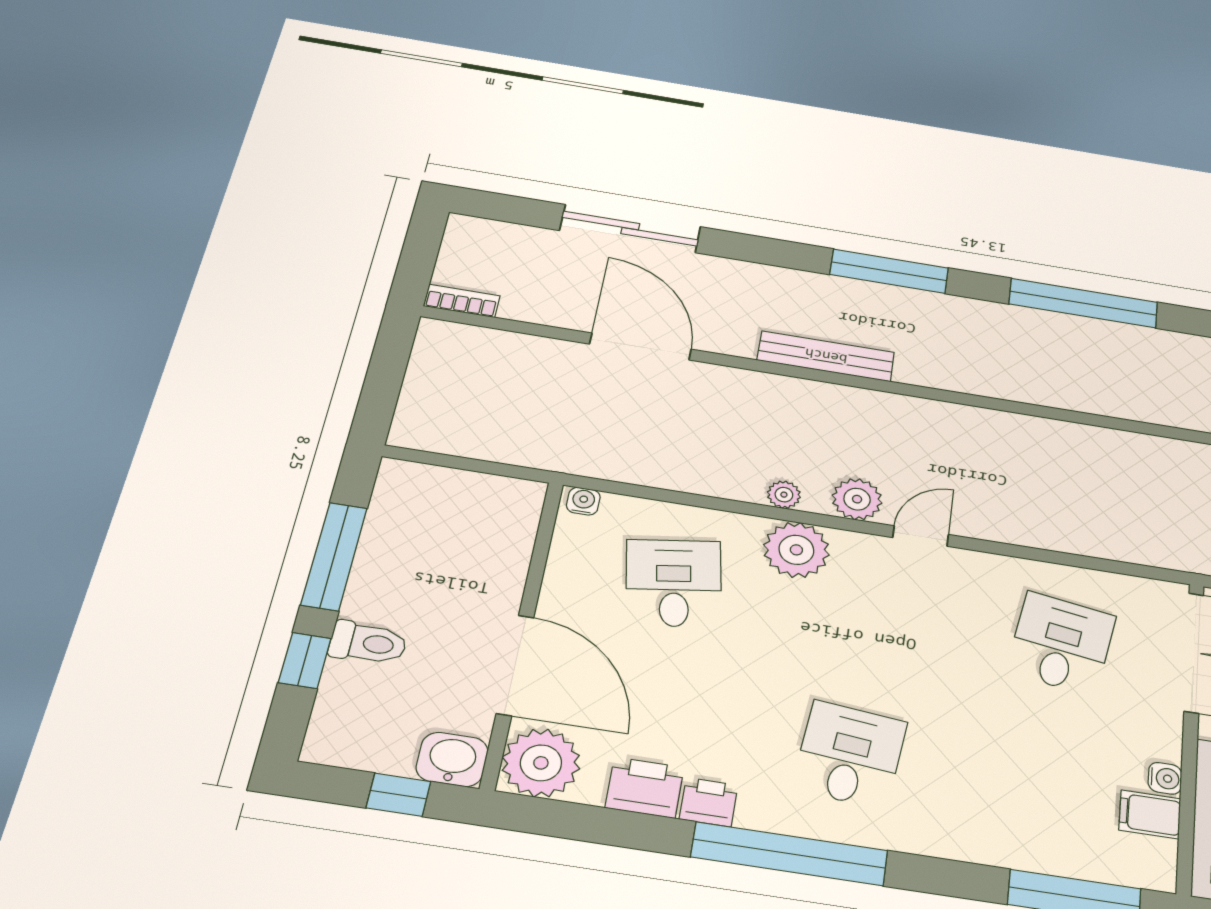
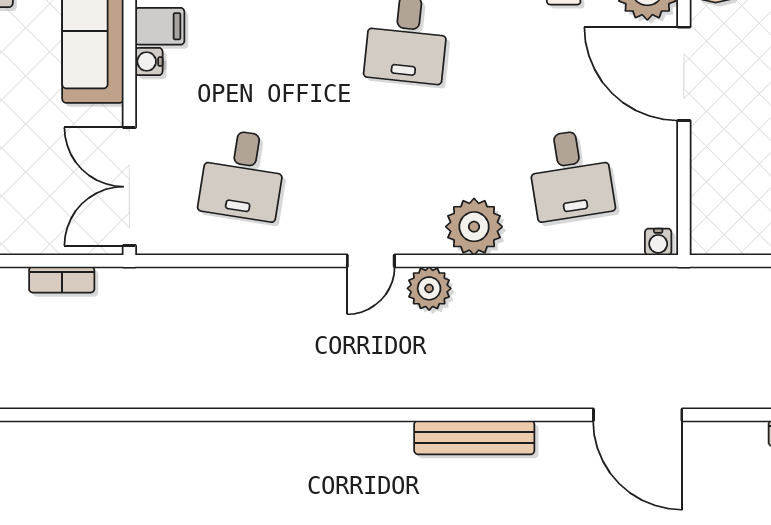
plant: (784, 495) -> (492, 281), removed

